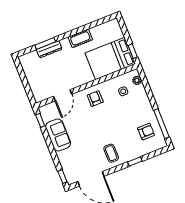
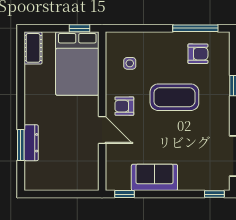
cot: (80, 38) -> (33, 48), moved
plant: (137, 80) -> (122, 38), removed
door: (63, 95) -> (102, 130), moved
armchair: (146, 132) -> (198, 54), turned 90
coffee table: (111, 153) -> (174, 97), moved, width x1.86, depth x1.72

